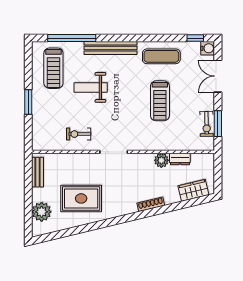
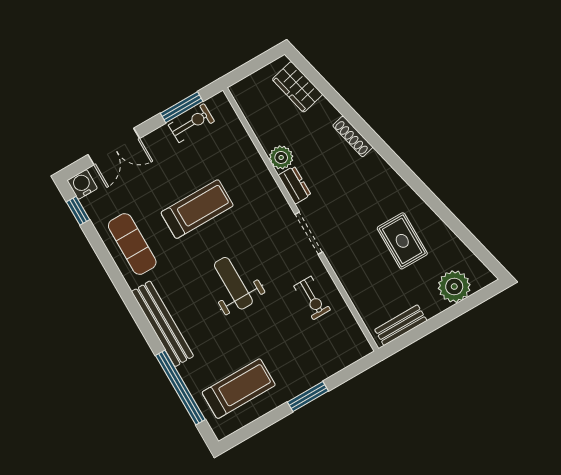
weight bench: (91, 87) -> (233, 283), moved, turned 180
dresser: (180, 159) -> (295, 185), moved
rug: (81, 198) -> (402, 241), width x0.73, depth x0.70

